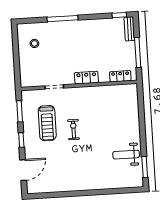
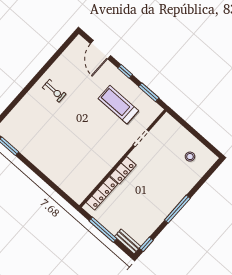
window: (62, 19) -> (177, 209), moved
locker: (120, 76) -> (102, 193), width x1.53
exercise bike: (73, 130) -> (54, 91), moved
weight bench: (126, 155) -> (33, 141), removed

